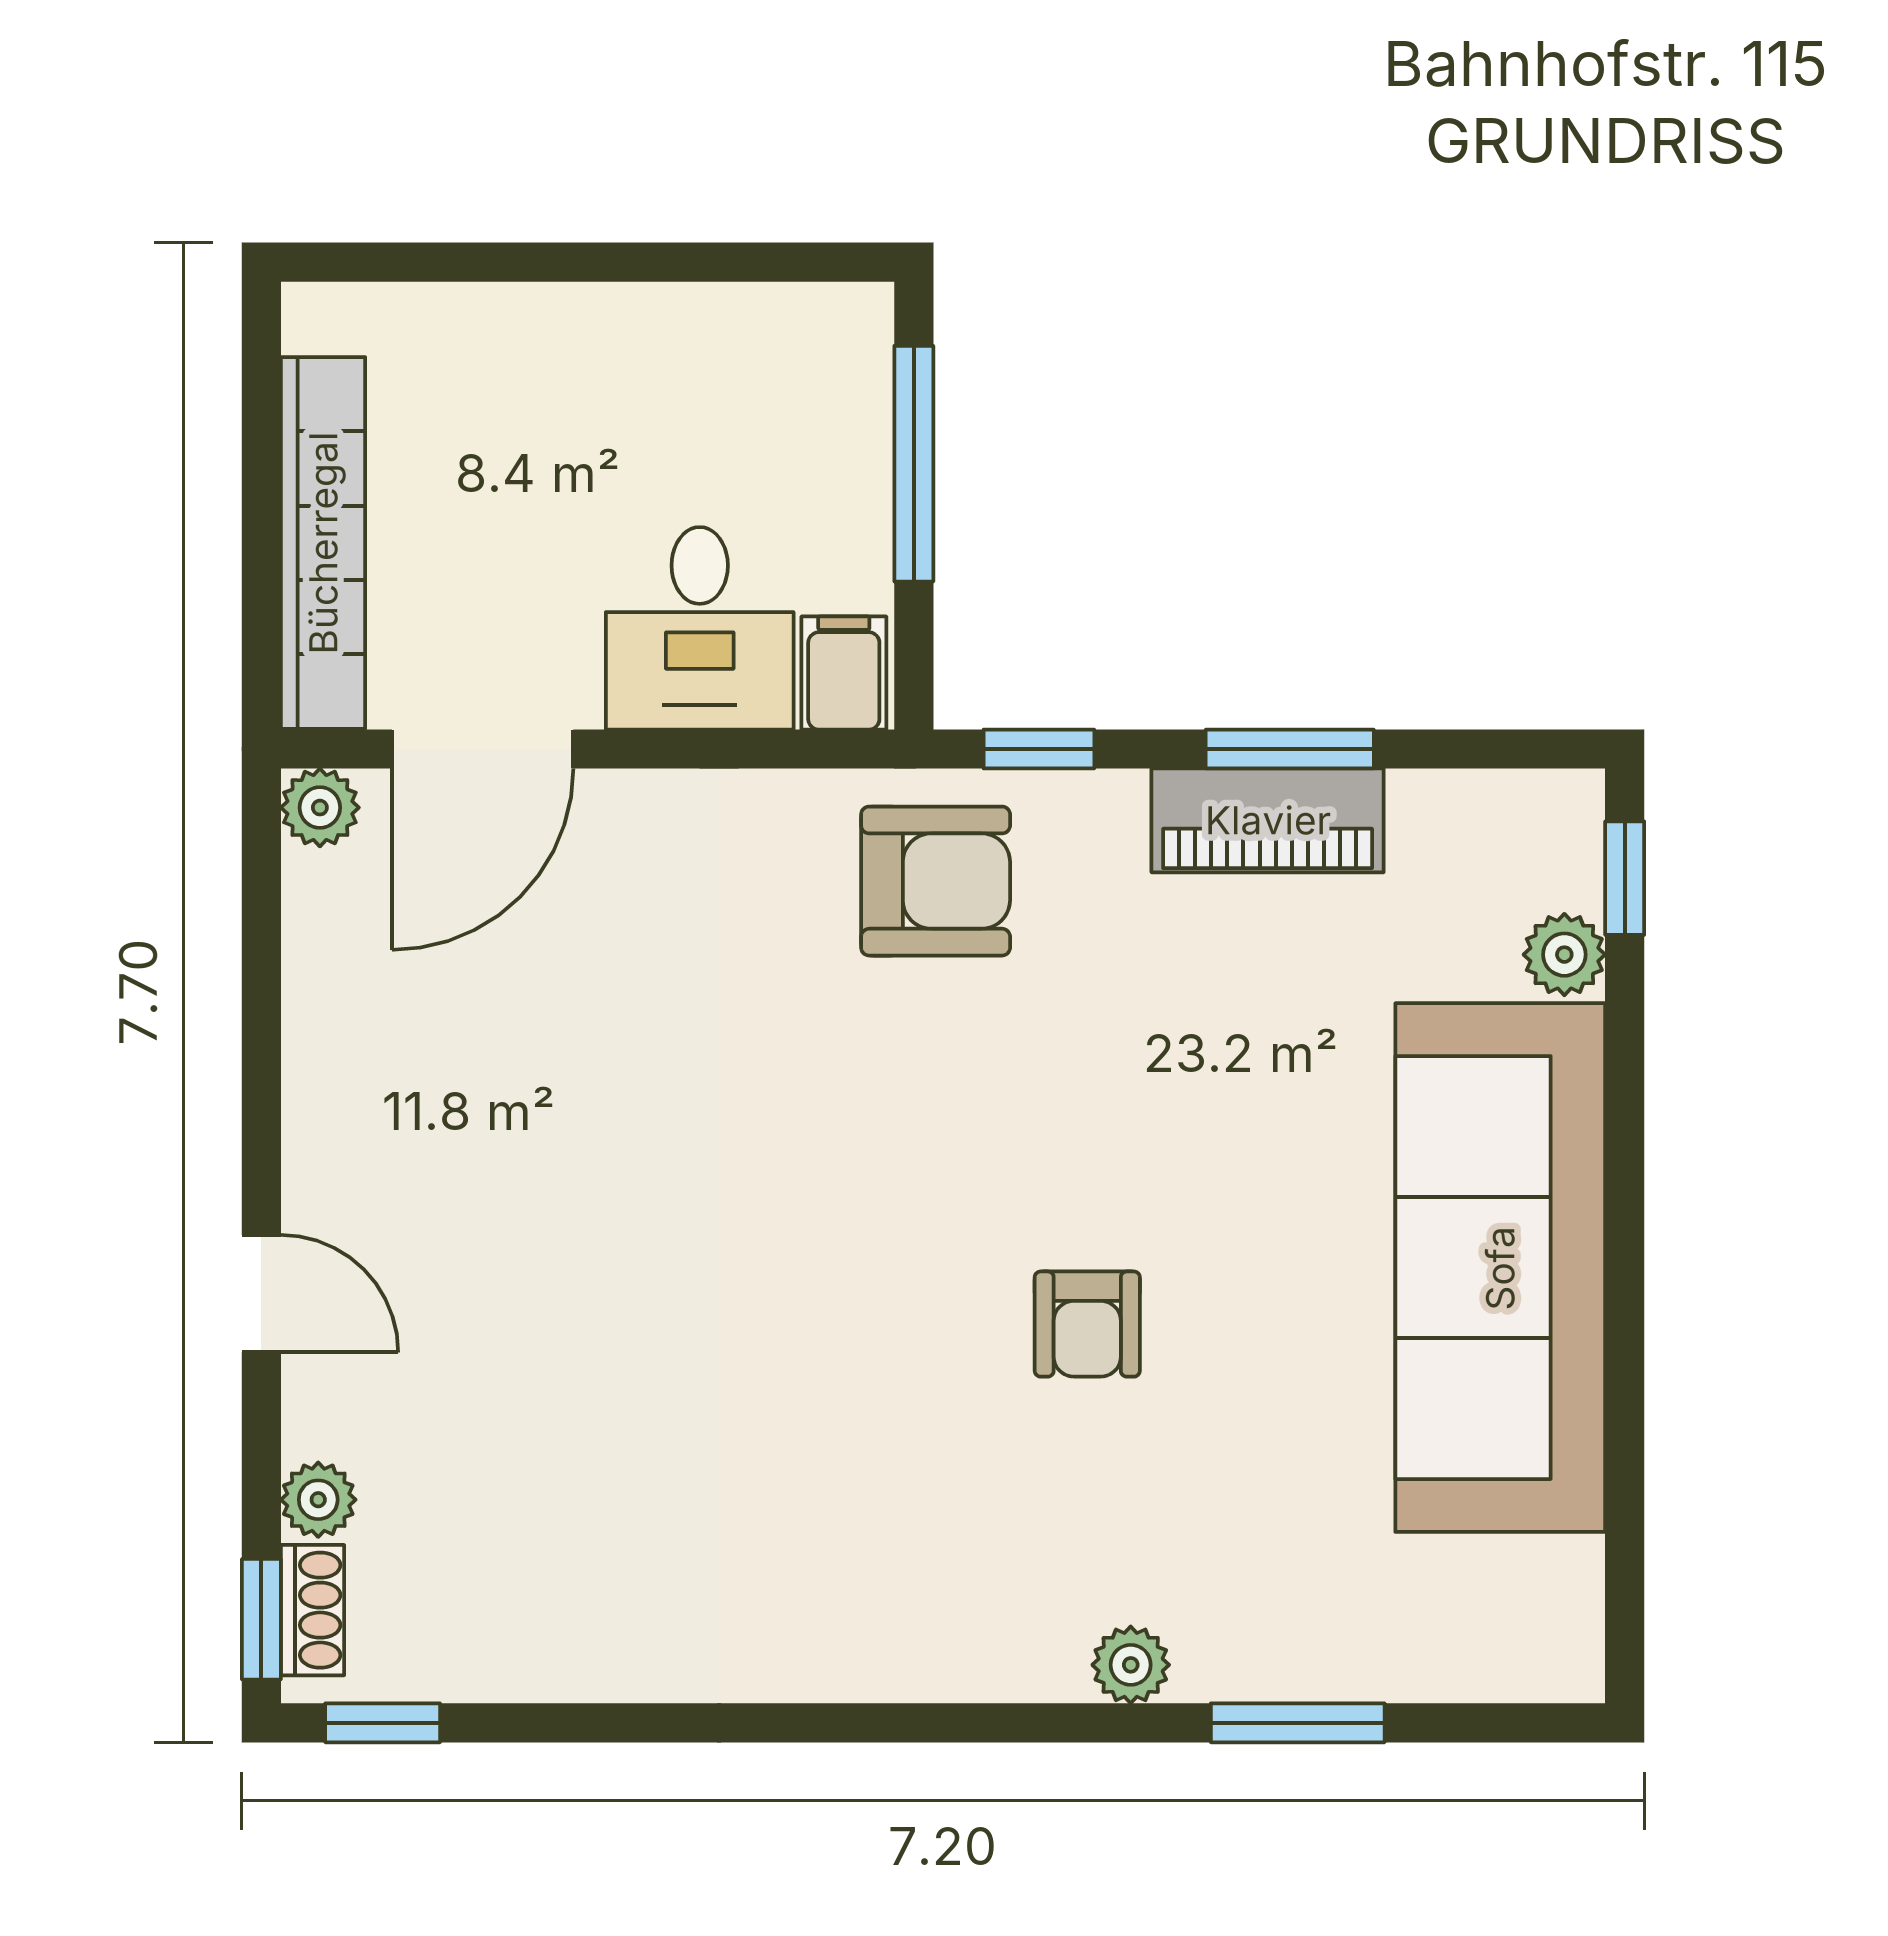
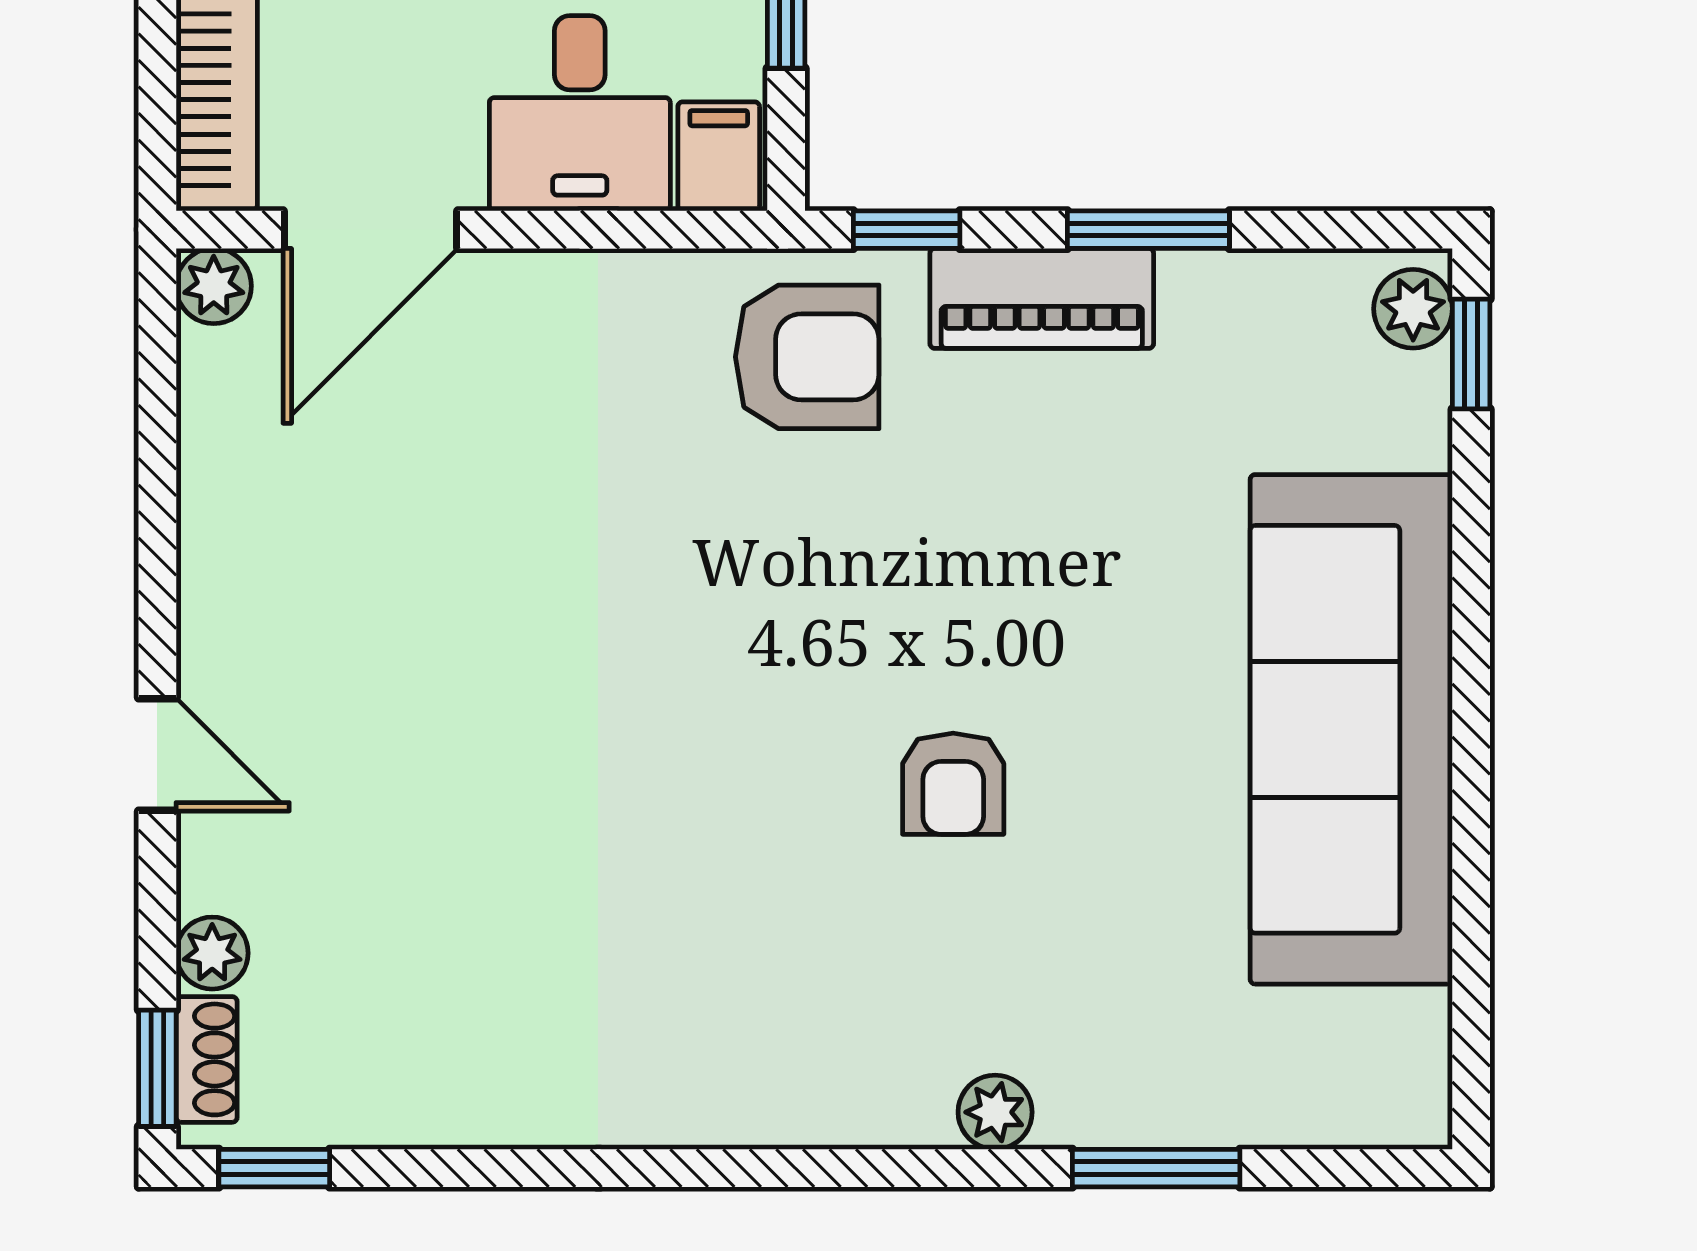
piano: (1268, 820) -> (1042, 298), moved
plant: (1564, 955) -> (1413, 309), moved

